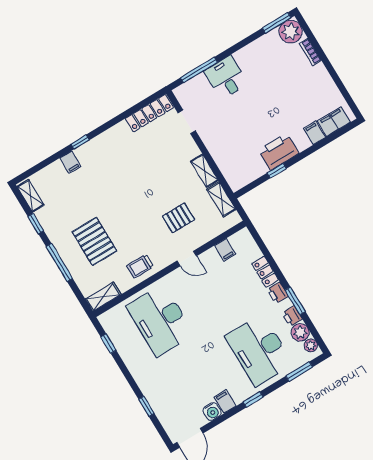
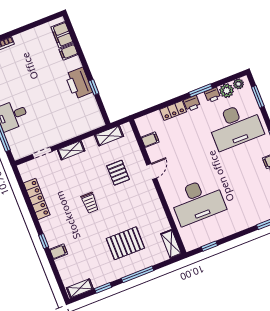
locker: (149, 113) -> (37, 199), moved
shelving: (205, 171) -> (71, 150), moved
trolley: (140, 266) -> (90, 203), moved

